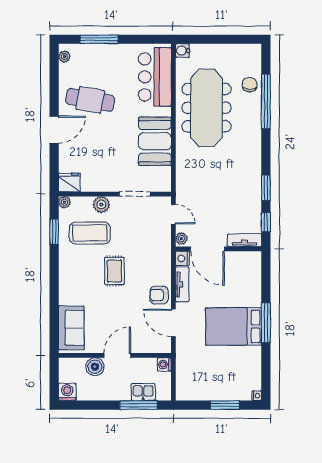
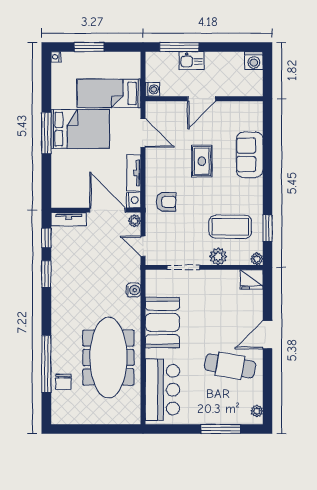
water cooler: (182, 51) -> (134, 290), moved
rug: (114, 271) -> (202, 161), moved
armchair: (159, 295) -> (166, 202), moved
sofa: (71, 328) -> (250, 155), moved
bed: (206, 361) -> (109, 93), added
boiler: (95, 367) -> (225, 87), removed
kitchen sink: (143, 392) -> (192, 61), moved

